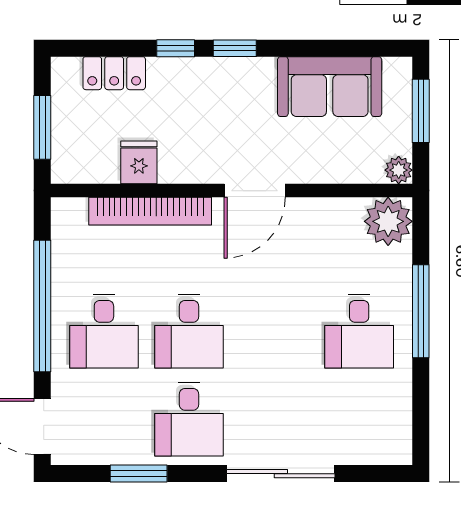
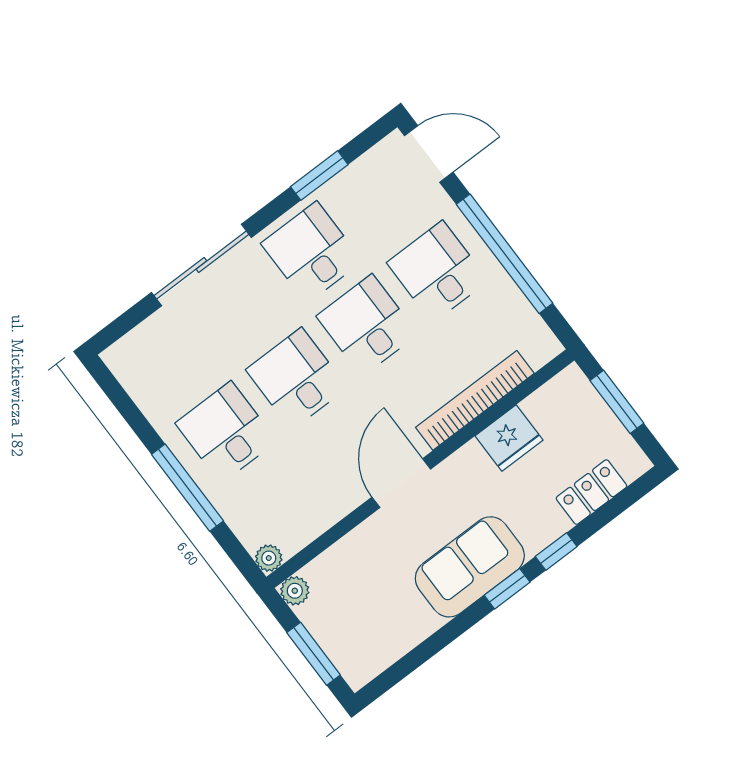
sofa: (330, 87) -> (470, 567), moved
fridge: (139, 162) -> (509, 438), width x1.38
plant: (388, 221) -> (269, 558), width x0.53, depth x0.53
desk: (274, 331) -> (297, 379), added

